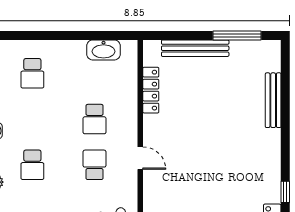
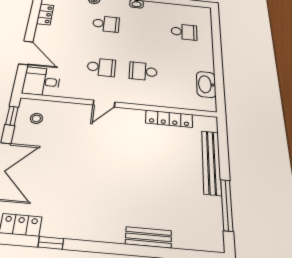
school desk: (32, 73) -> (184, 32), turned 180
bench: (273, 100) -> (148, 237), width x0.73
school desk: (32, 165) -> (106, 24), turned 180

